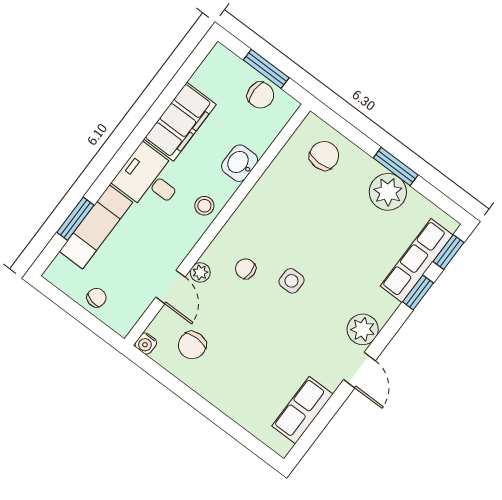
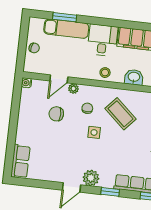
coffee table: (286, 220) -> (120, 114), added
window: (418, 292) -> (110, 192), moved
chair: (192, 345) -> (56, 114), moved
row of seats: (302, 410) -> (20, 161), moved, turned 90

